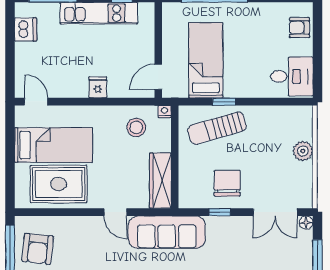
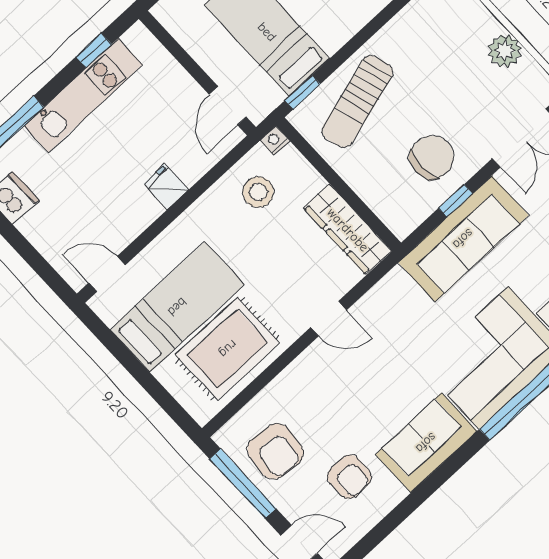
window: (224, 102) -> (303, 92), moved
plant: (303, 151) -> (505, 51), moved
chair: (227, 183) -> (432, 157), turned 90
sofa: (167, 232) -> (463, 239), moved

